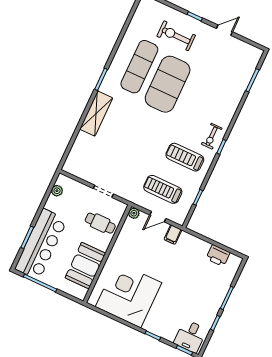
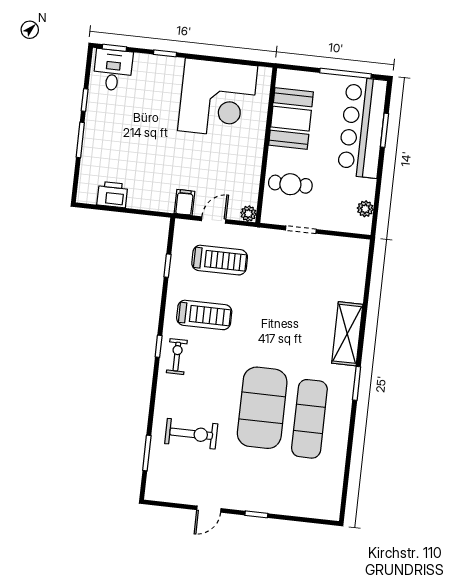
exercise bike: (176, 36) -> (191, 434), moved

